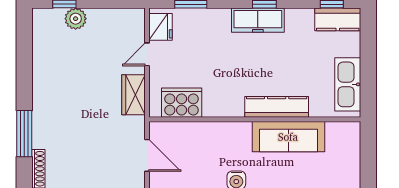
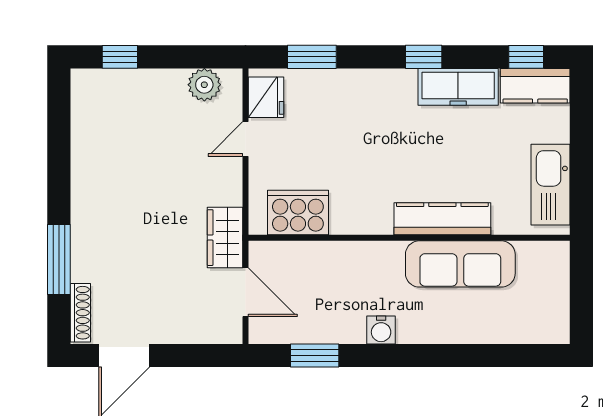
plant: (76, 19) -> (204, 85), moved
freezer: (258, 20) -> (458, 87), moved
wardrobe: (134, 95) -> (225, 238), moved

